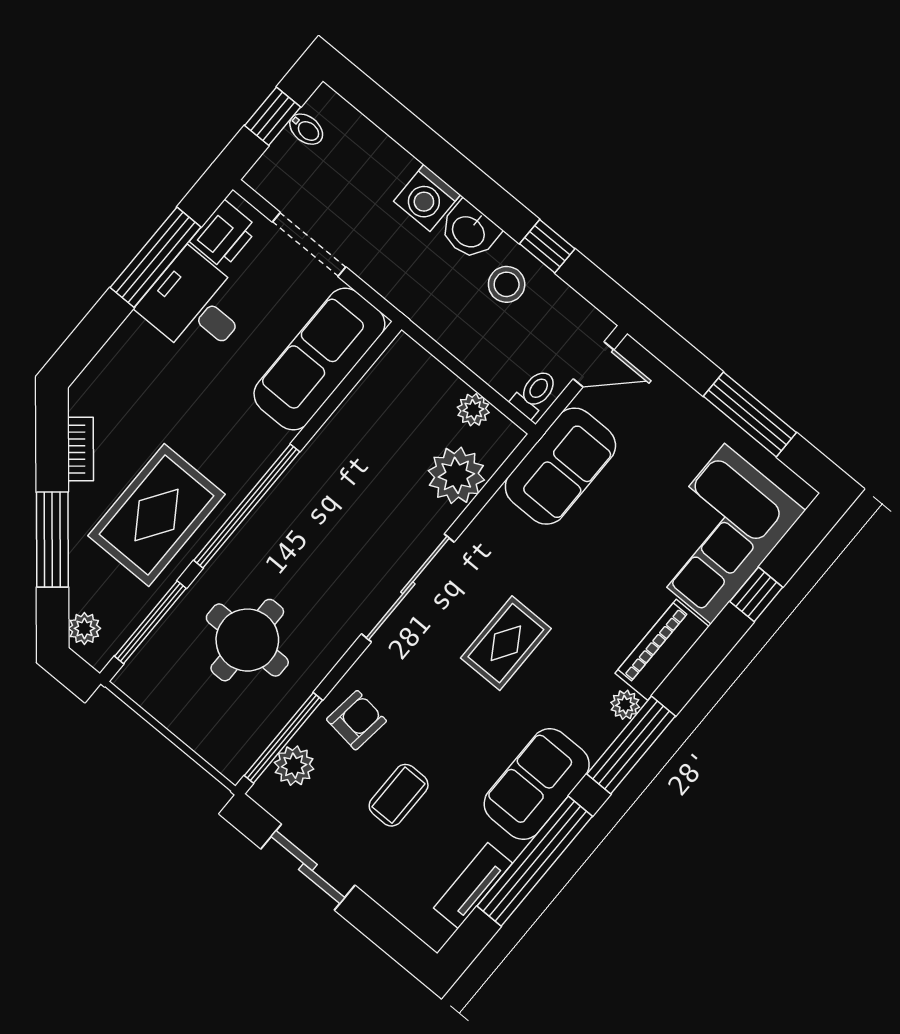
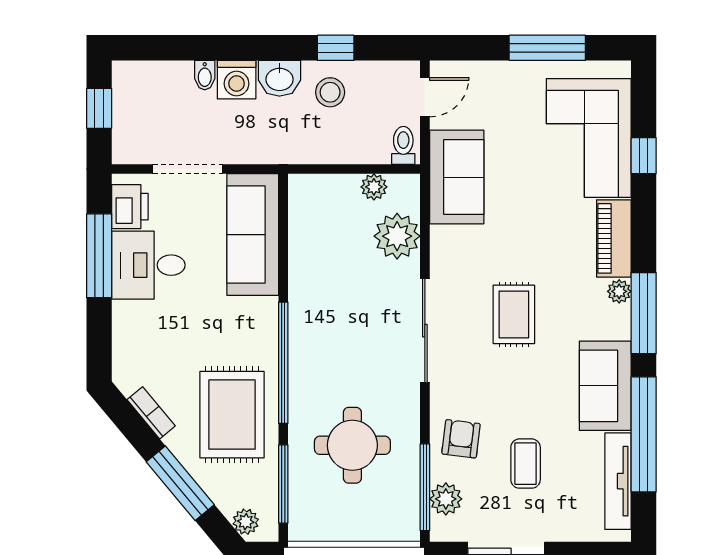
bidet: (306, 129) -> (205, 75), moved, turned 90
tv unit: (473, 886) -> (618, 481), width x1.41

